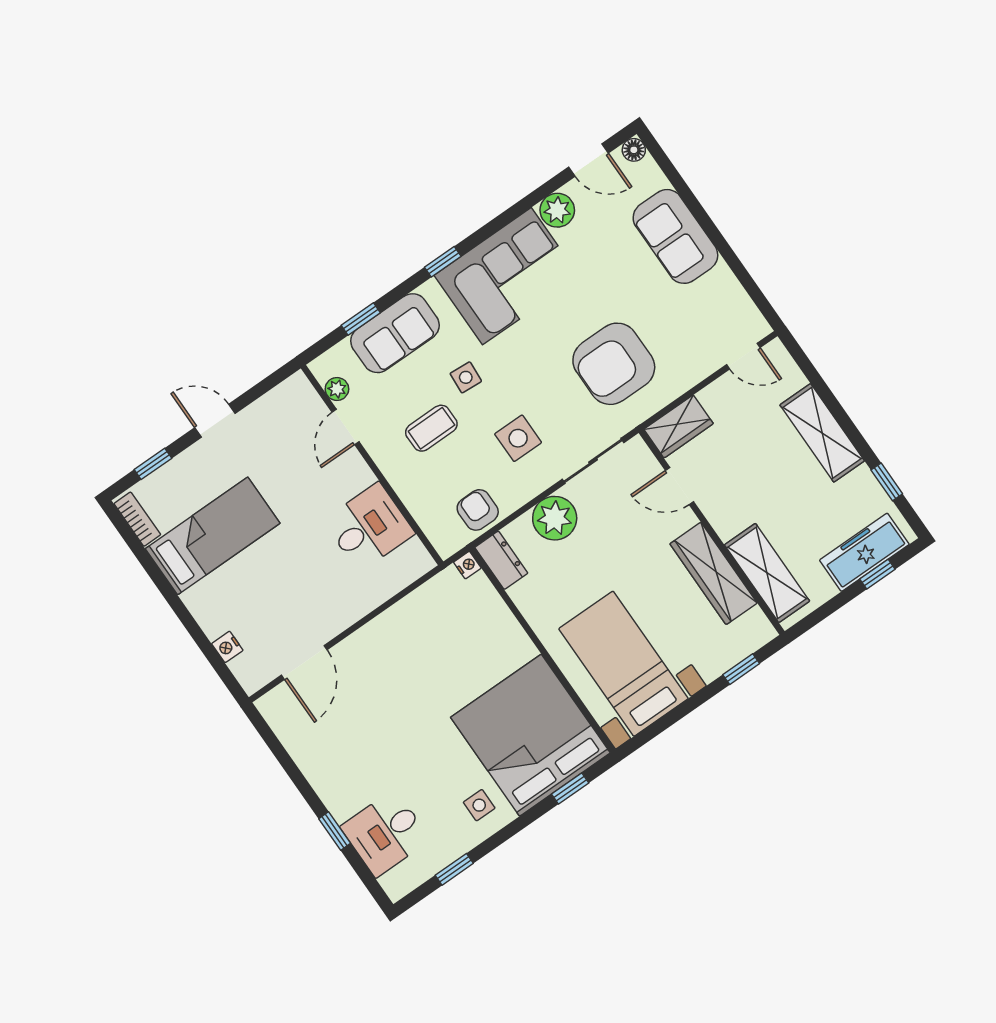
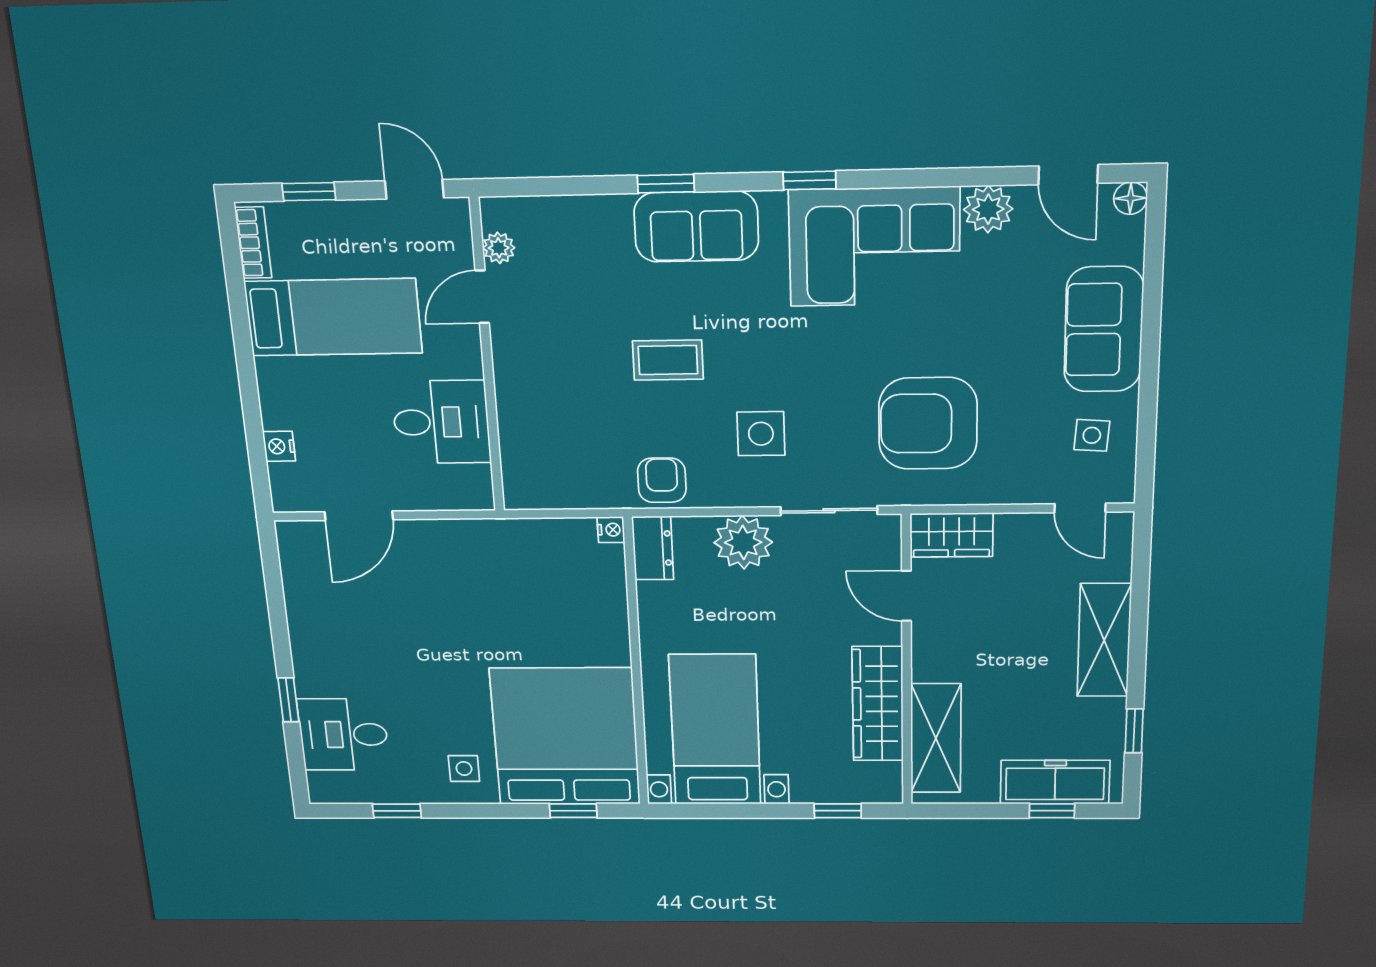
side table: (466, 377) -> (1092, 435), moved
plant: (337, 389) -> (499, 248), moved
door: (345, 427) -> (482, 297), moved
wall: (372, 465) -> (487, 358), moved
desk: (369, 527) -> (441, 422), moved

